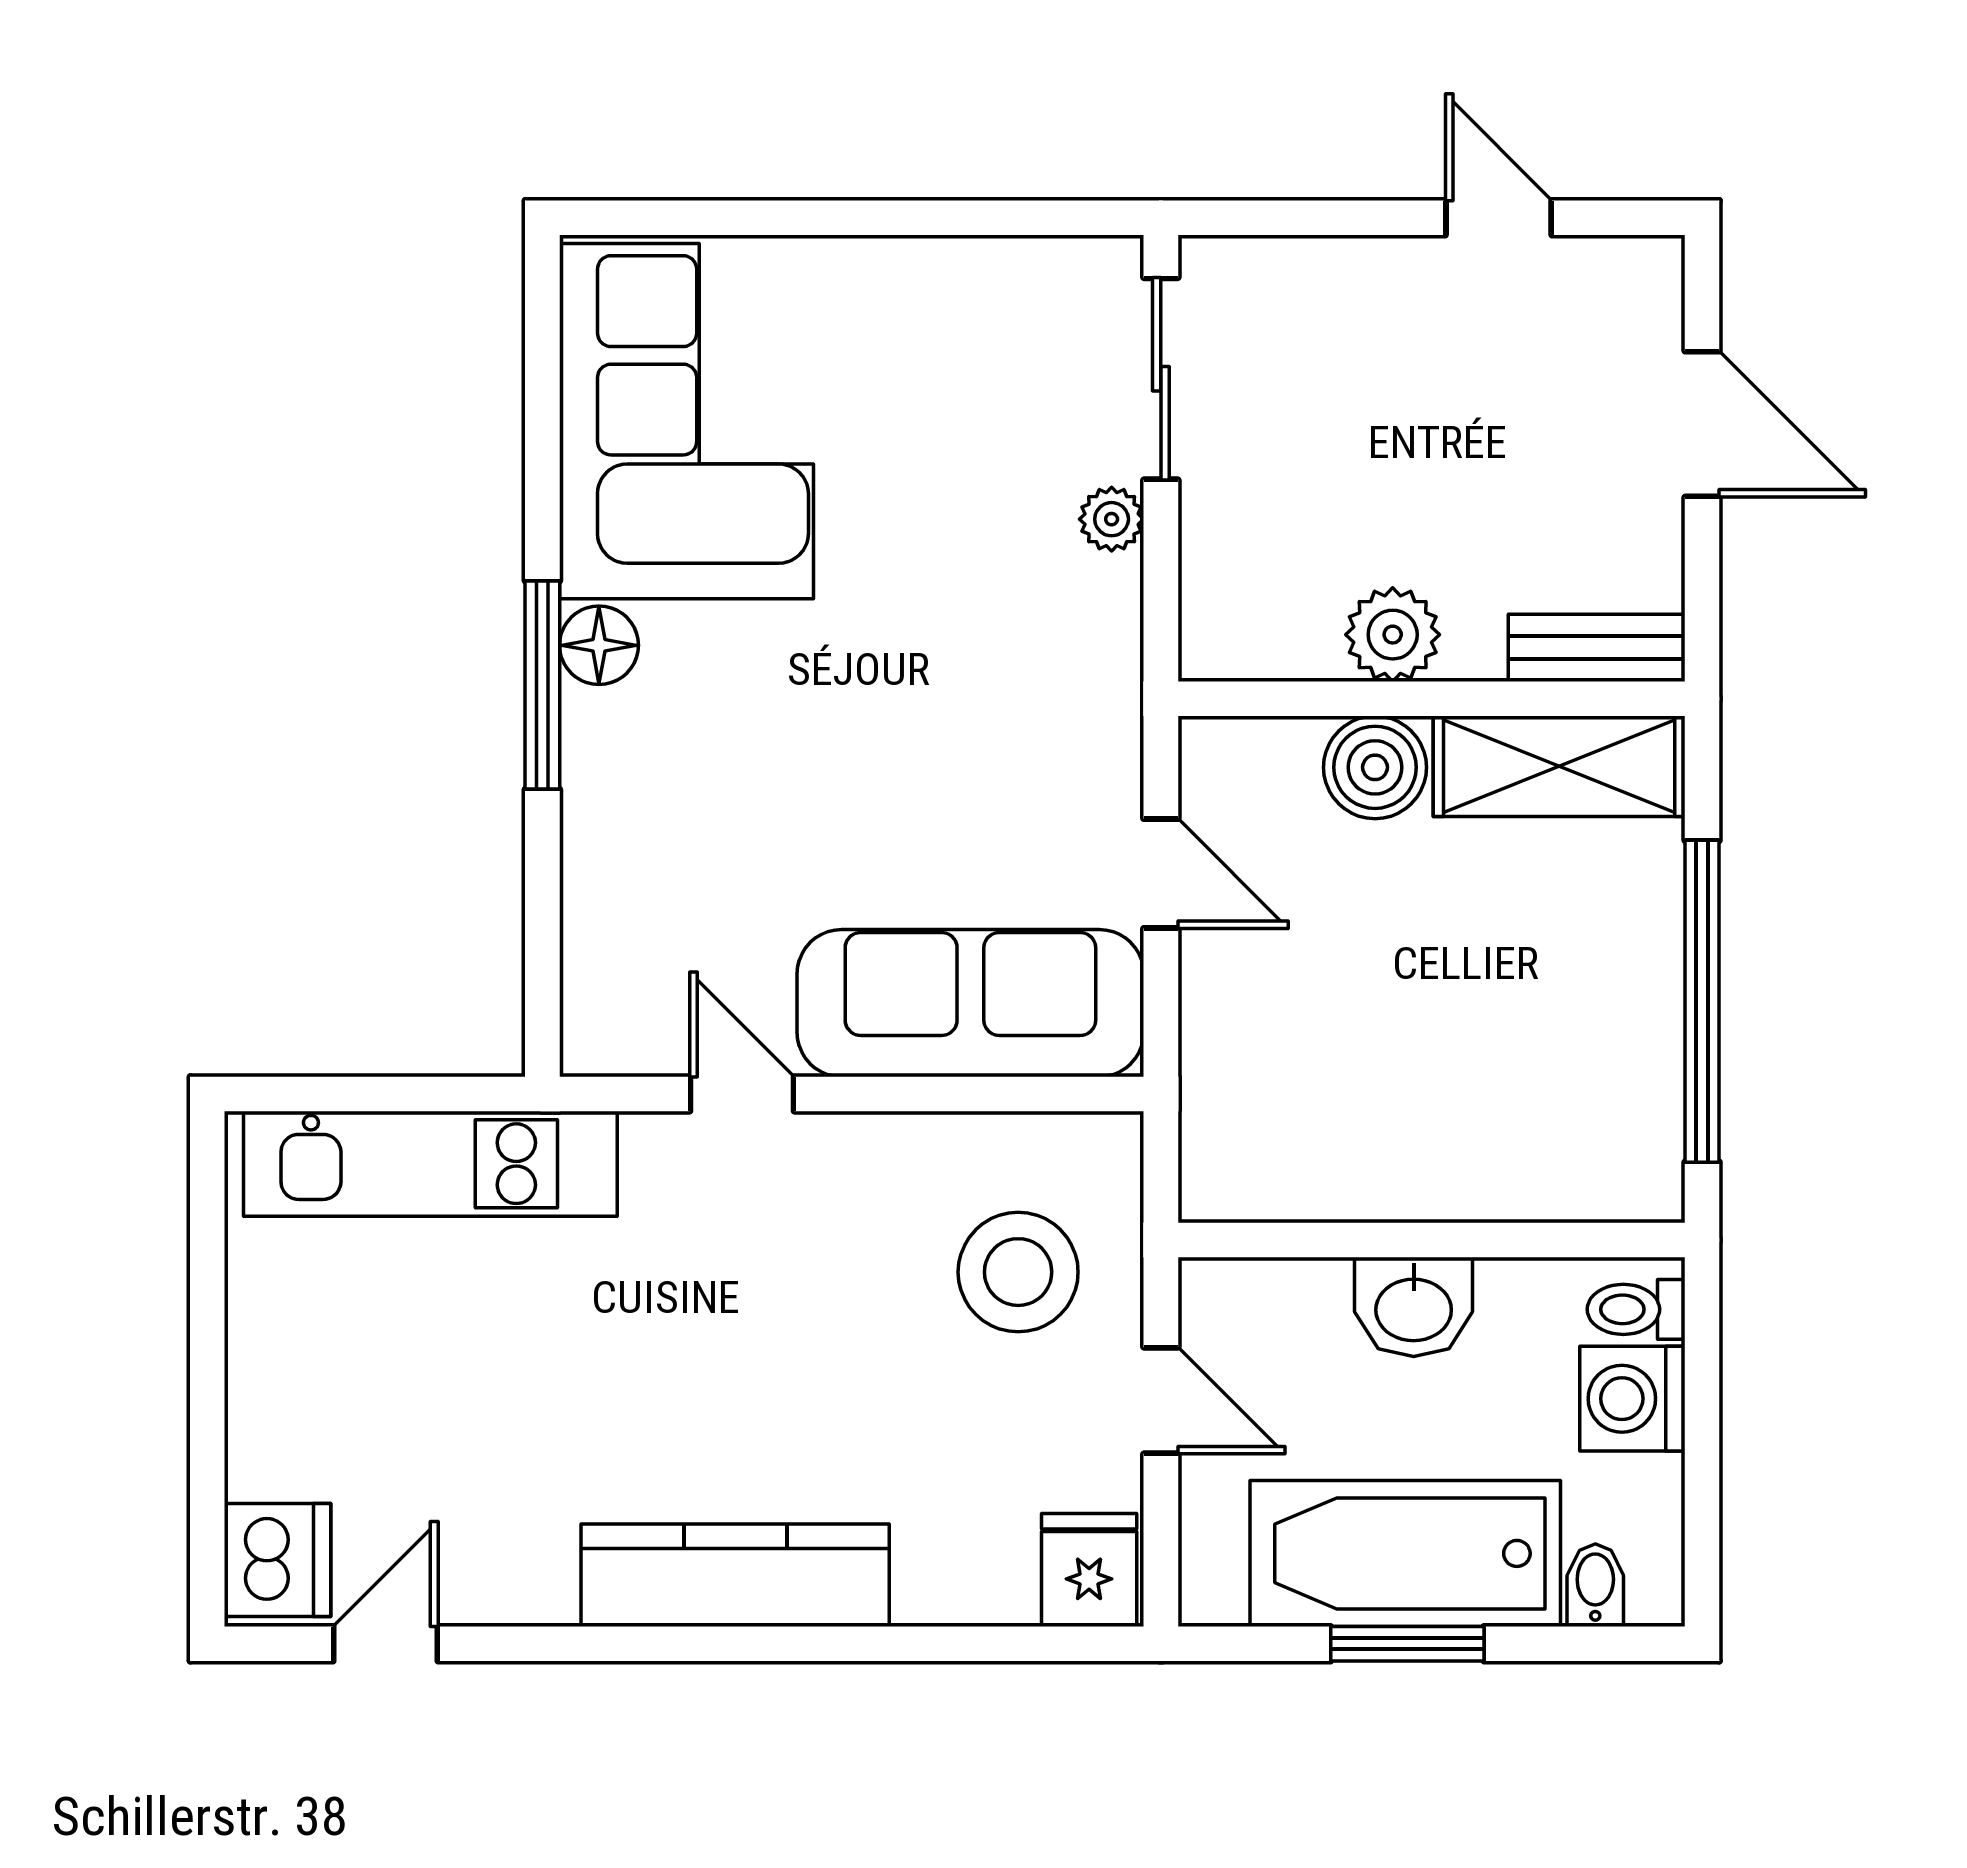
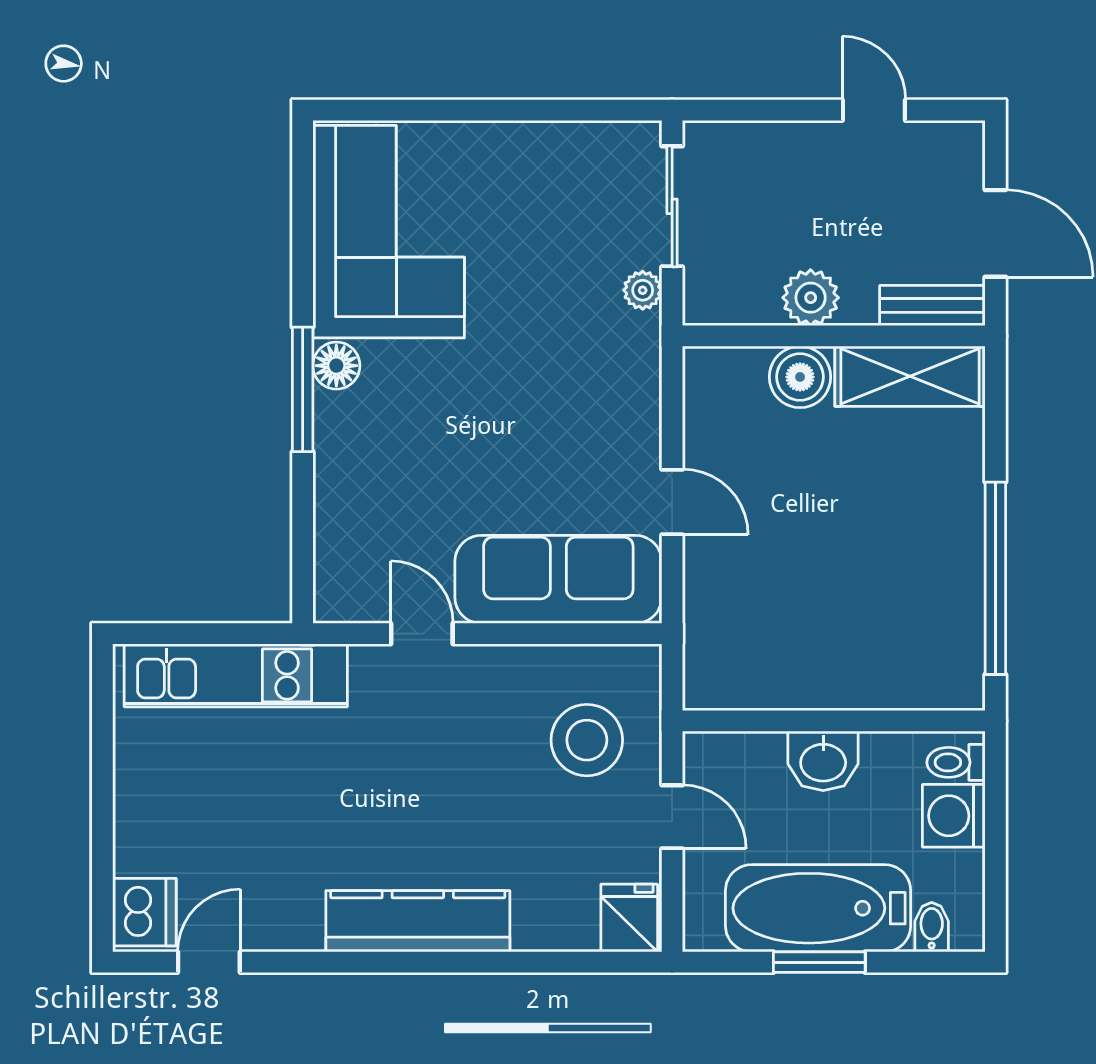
plant: (1393, 635) -> (811, 298), moved
bench: (1597, 648) -> (932, 306), moved
wall: (1431, 699) -> (834, 336), moved
shelving: (1559, 766) -> (910, 376), moved
boiler: (1375, 767) -> (800, 377), moved

